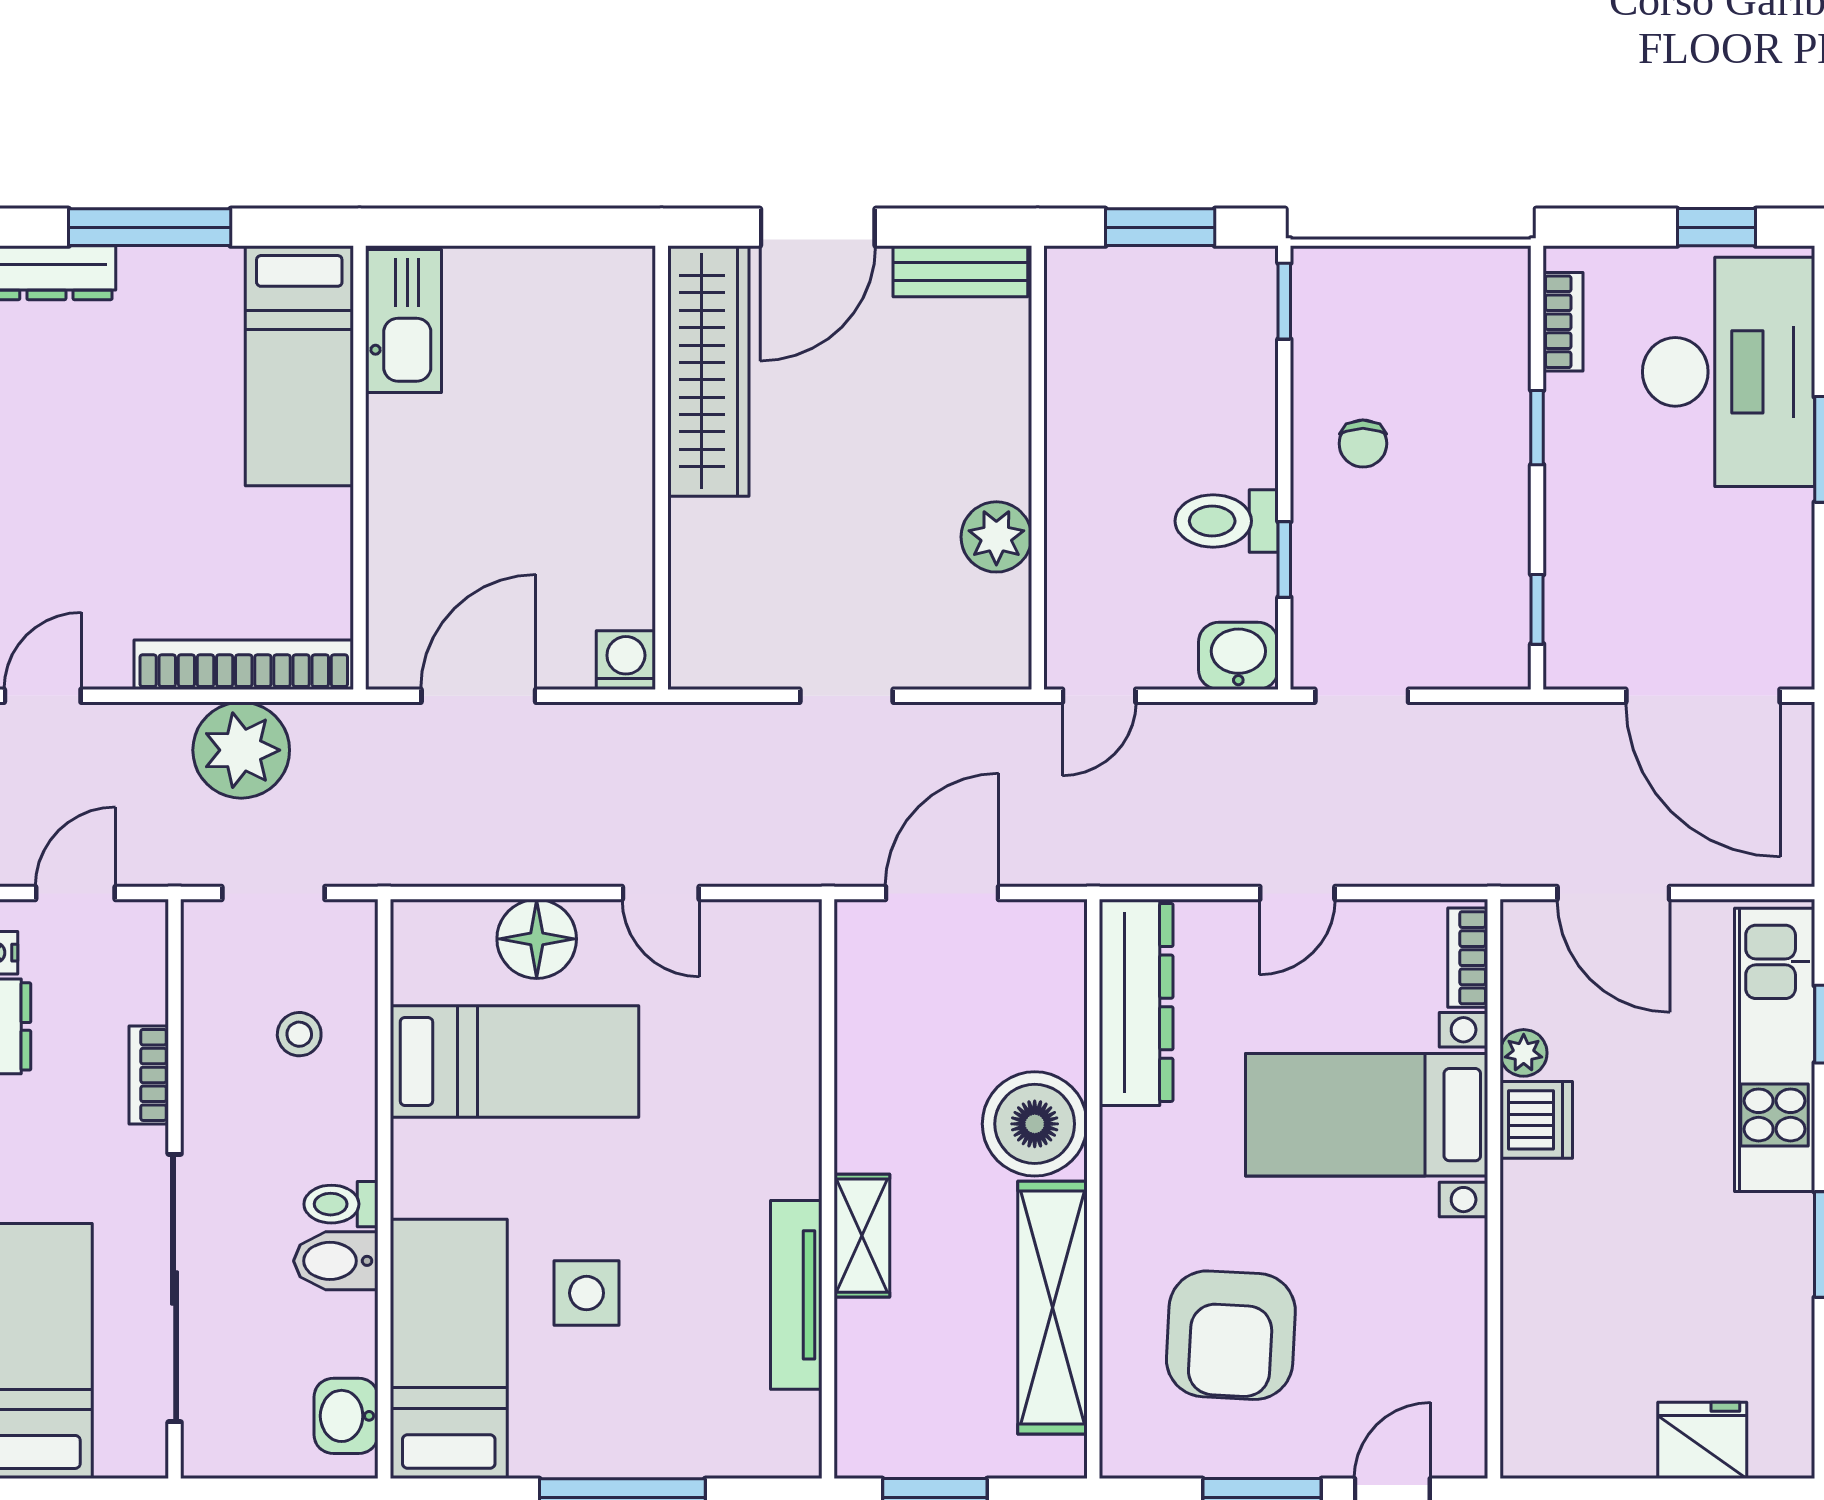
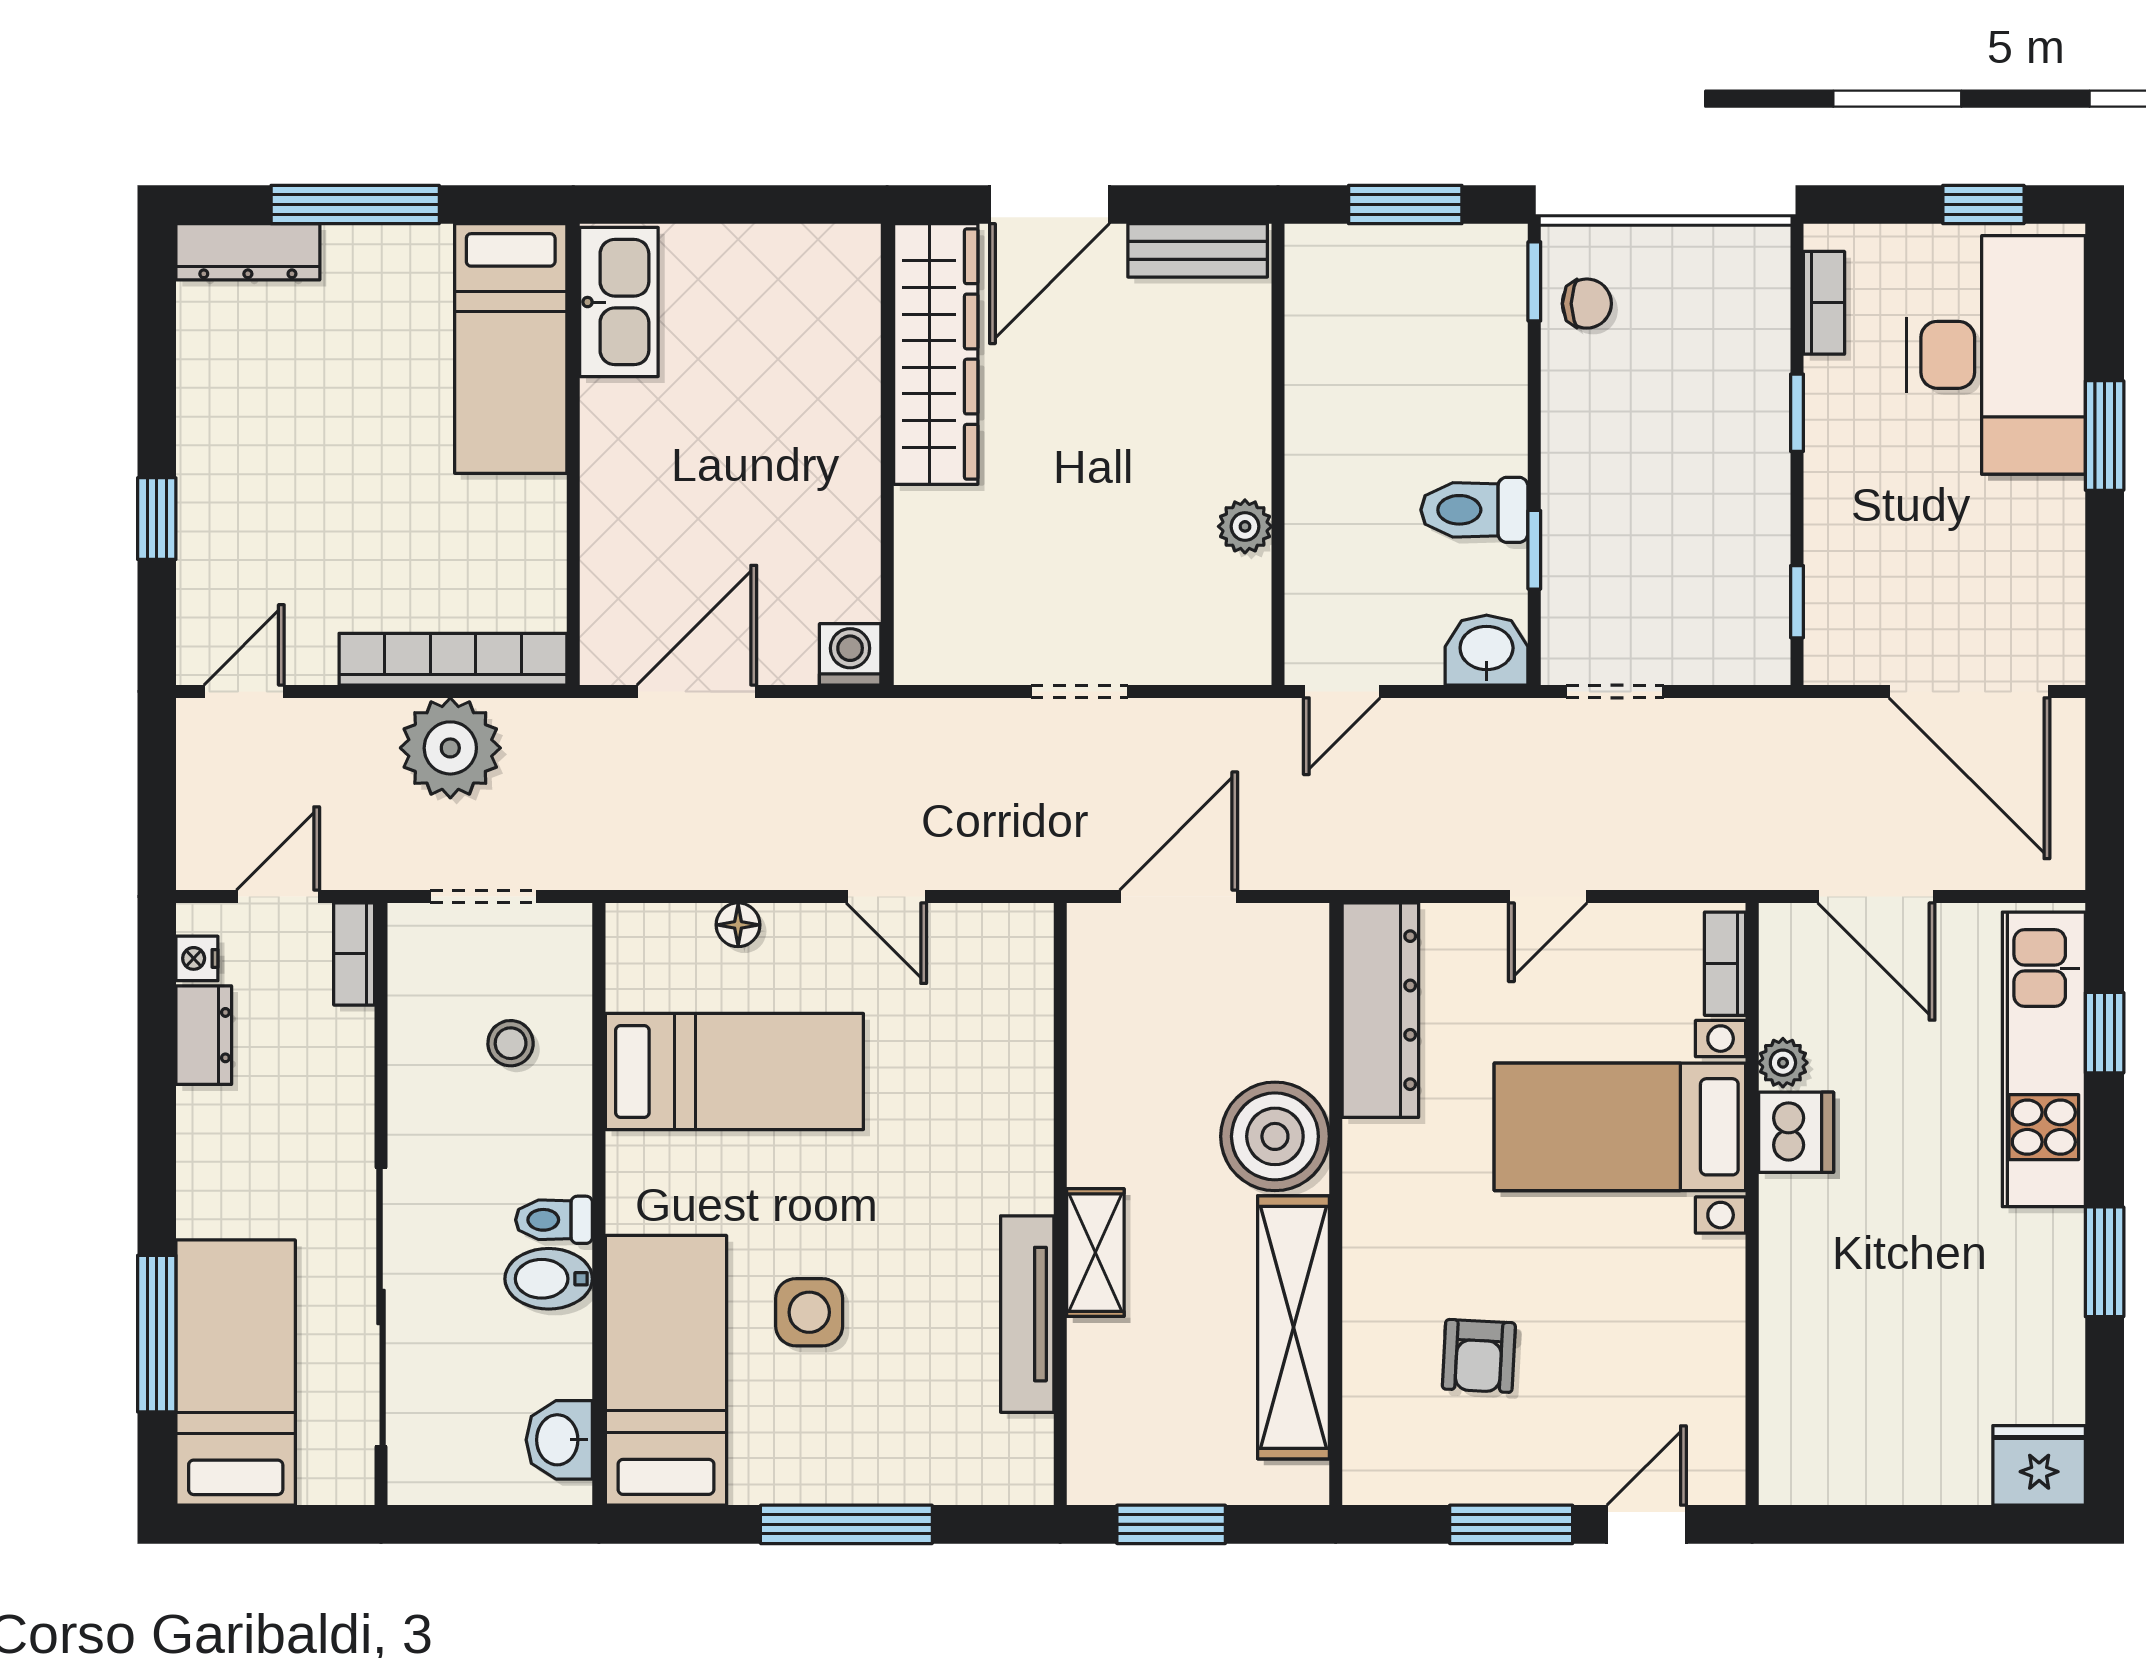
chair: (1363, 444) -> (1587, 304), moved, turned -90
plant: (996, 537) -> (1245, 526), width x0.73, depth x0.73
floor lamp: (537, 939) -> (738, 925), width x0.53, depth x0.53
bookcase: (149, 1075) -> (354, 954), moved
armchair: (1231, 1335) -> (1479, 1356), width x0.53, depth x0.53
fridge: (1702, 1440) -> (2039, 1465), moved

